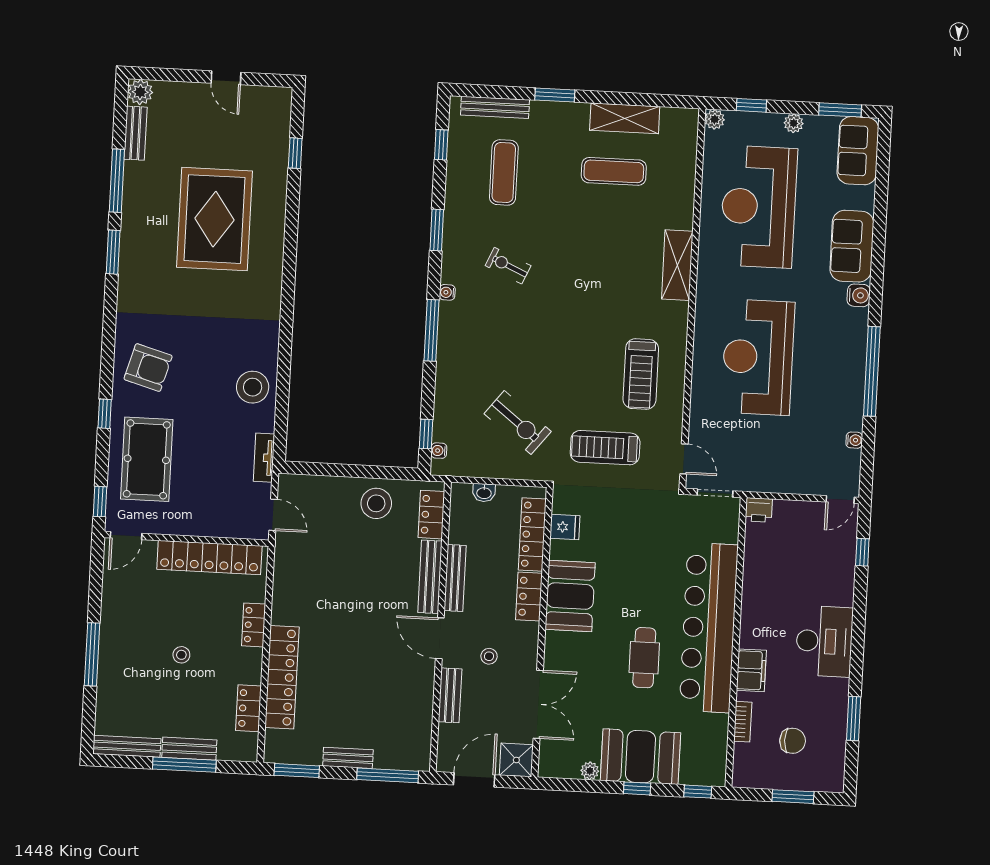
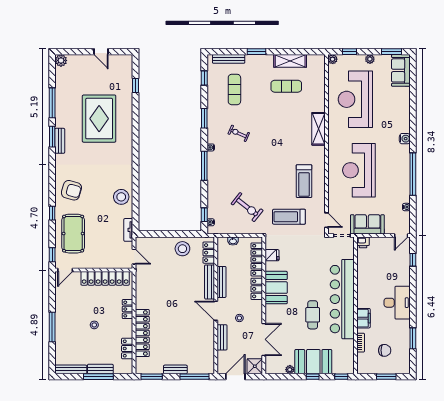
bench: (135, 133) -> (60, 141), moved
sofa: (852, 246) -> (367, 224), moved, turned 90

